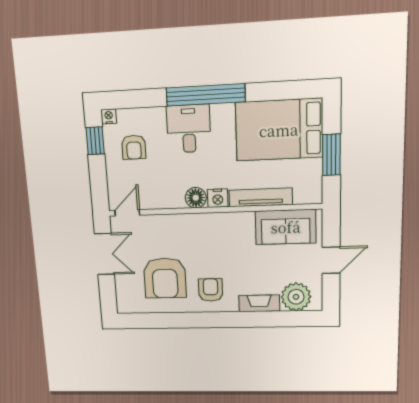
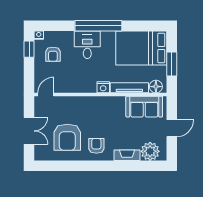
floor lamp: (196, 198) -> (156, 87), moved
double door: (104, 254) -> (29, 131), moved

